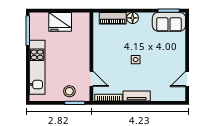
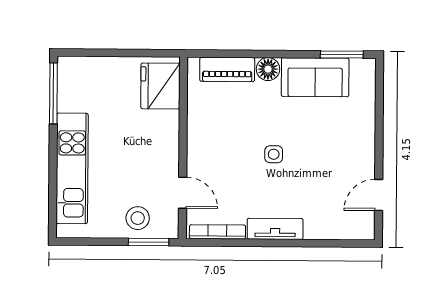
fridge: (60, 22) -> (160, 86), moved, turned 90
sofa: (169, 22) -> (315, 77), moved

